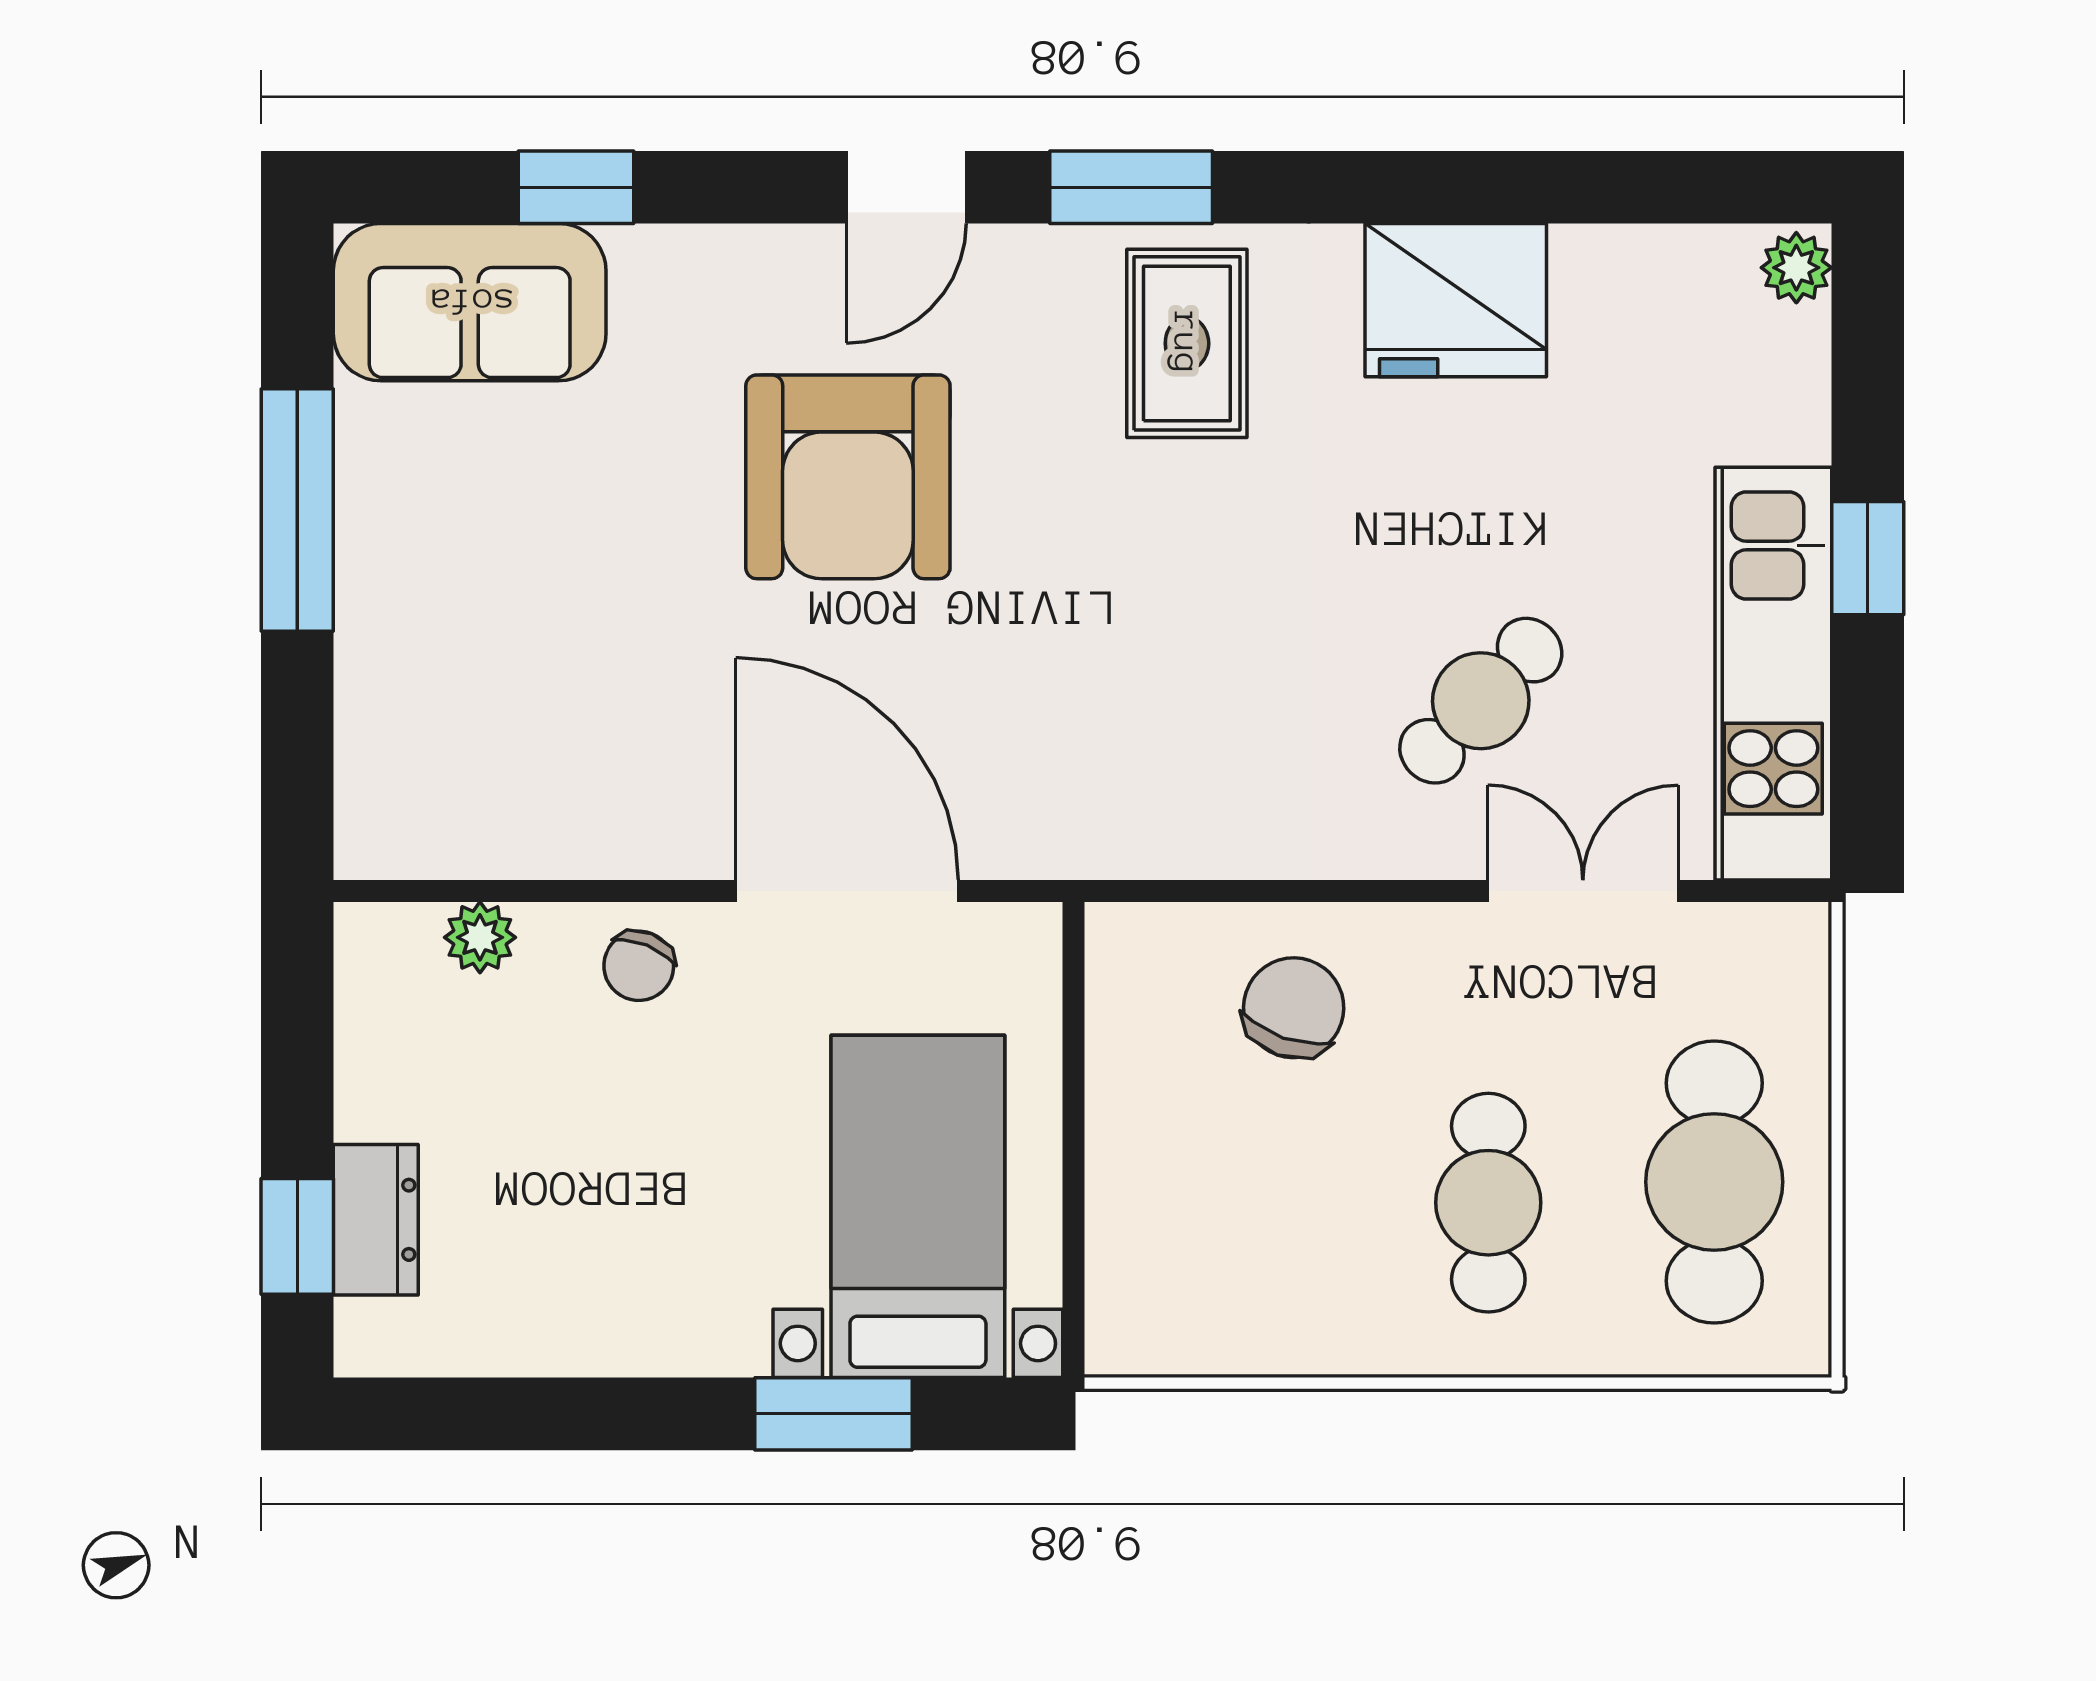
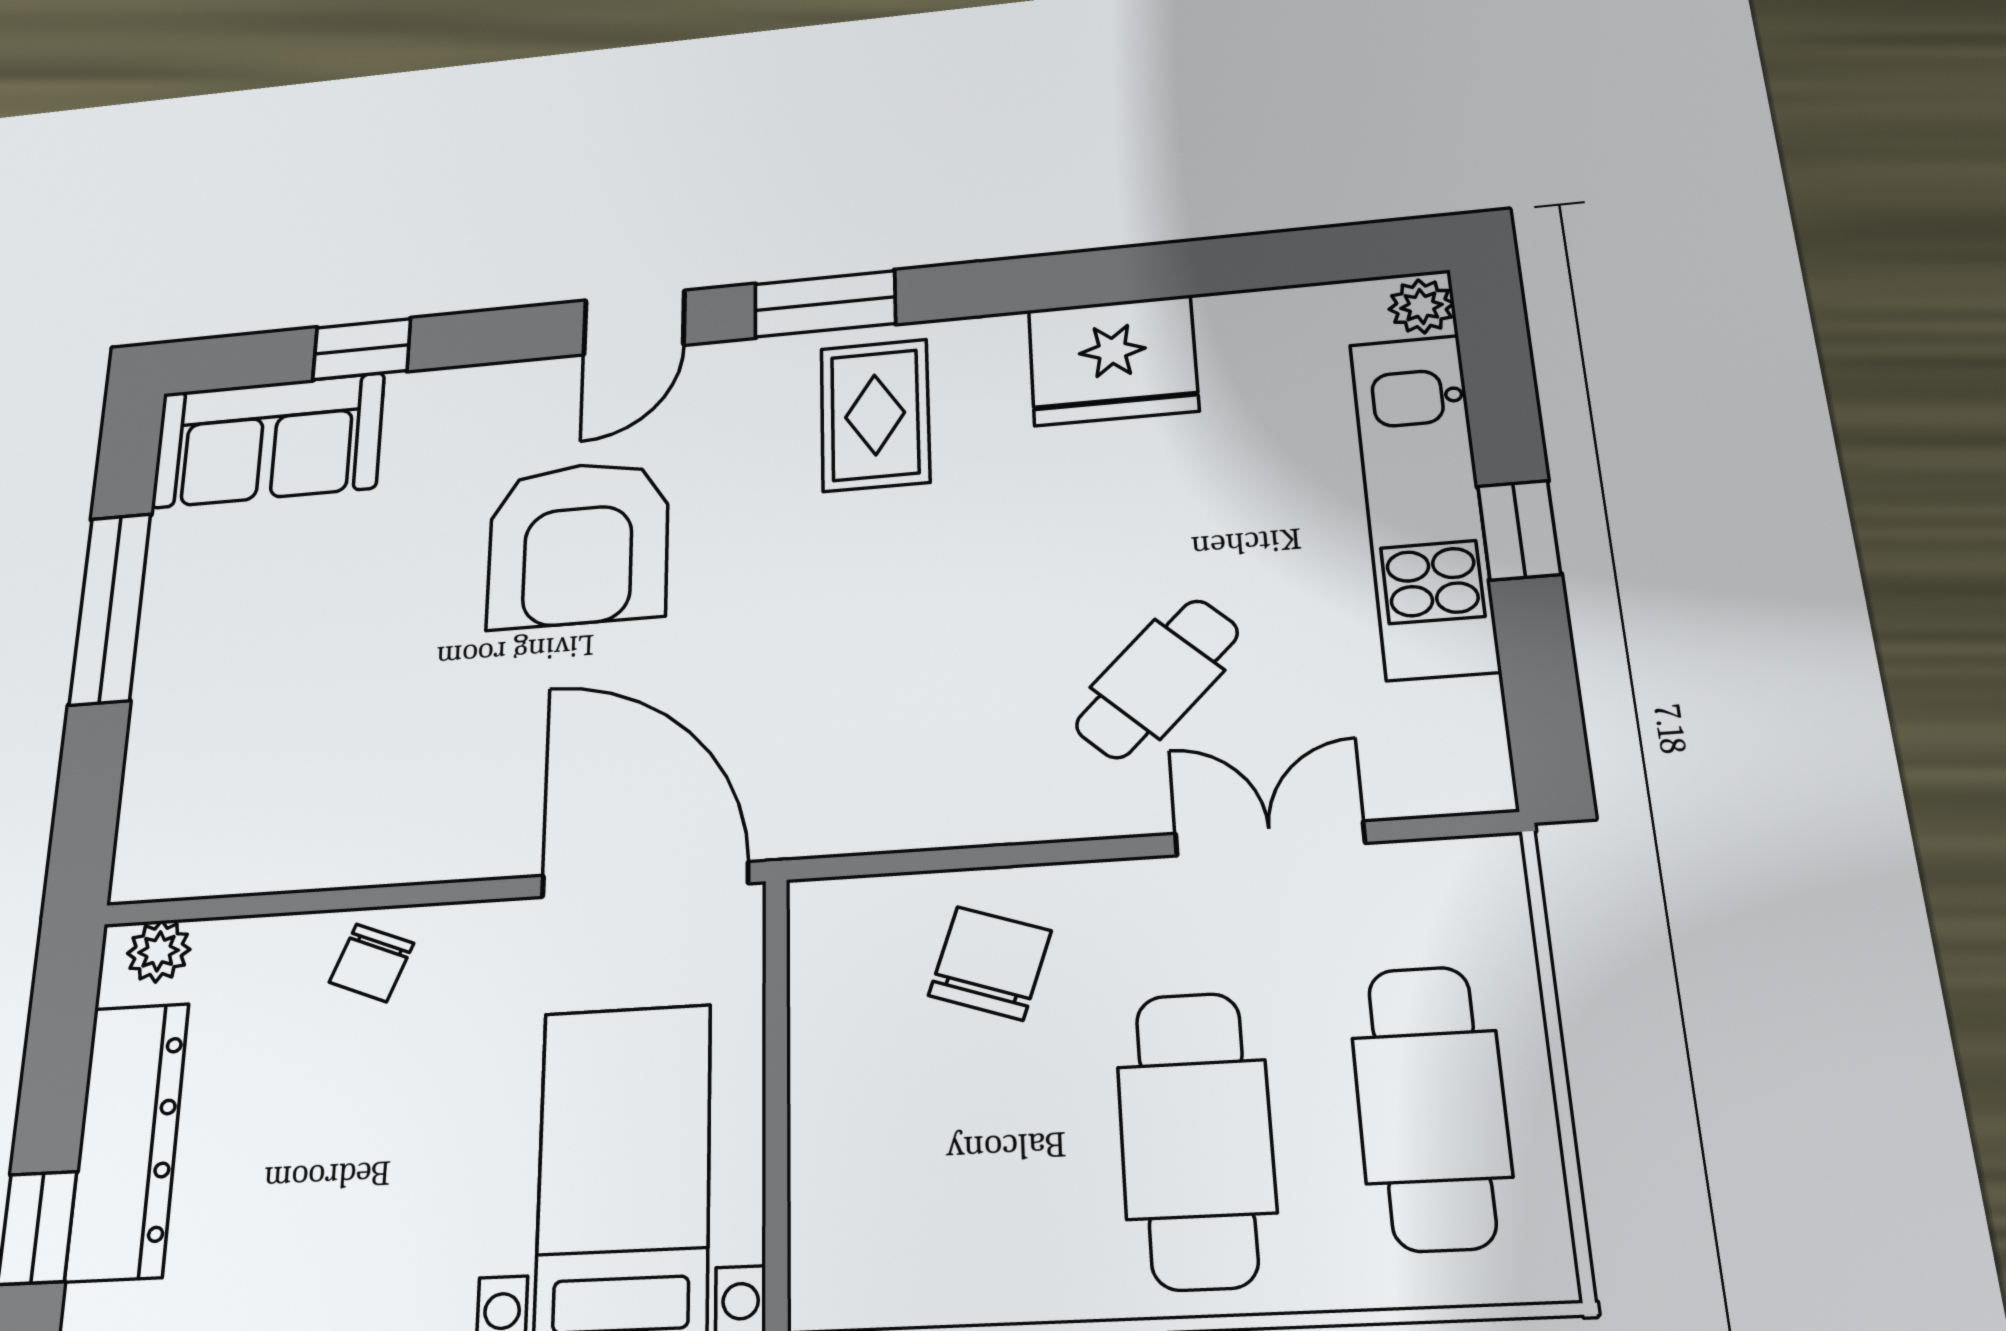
kitchen unit: (1773, 674) -> (1423, 504), moved
door: (847, 891) -> (645, 880), moved
plant: (480, 937) -> (159, 951), moved
cafe table: (1488, 1203) -> (1196, 1139), width x1.37, depth x1.35
dresser: (376, 1220) -> (128, 1140), width x1.96, depth x1.24

